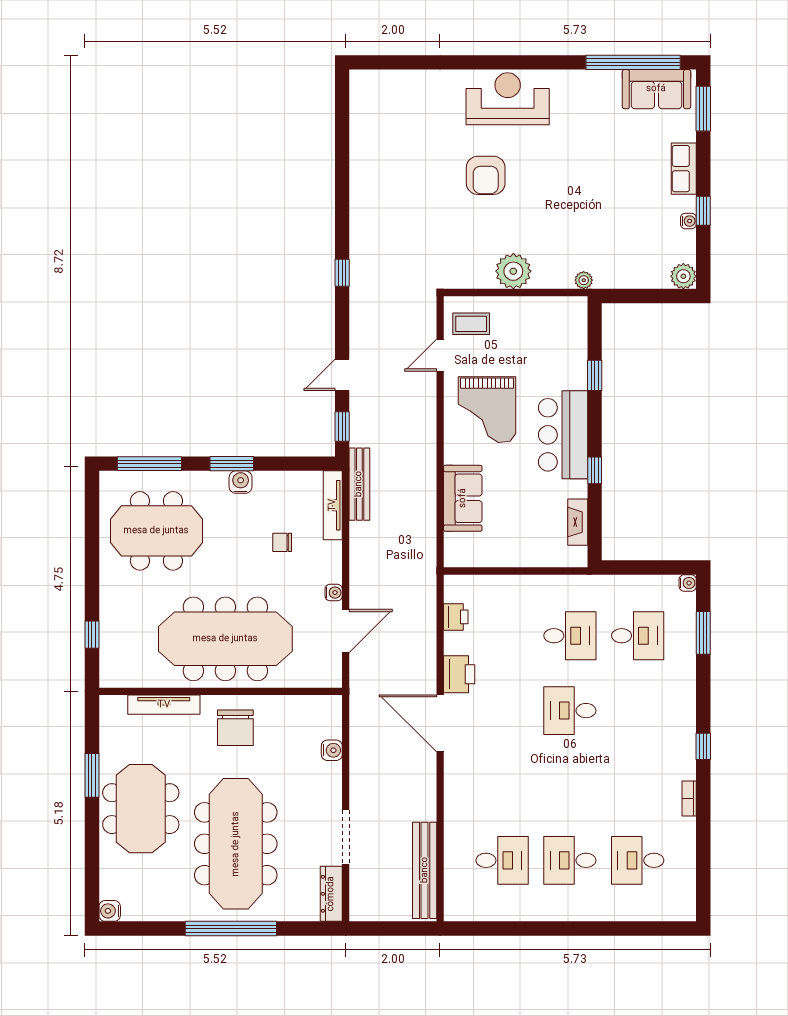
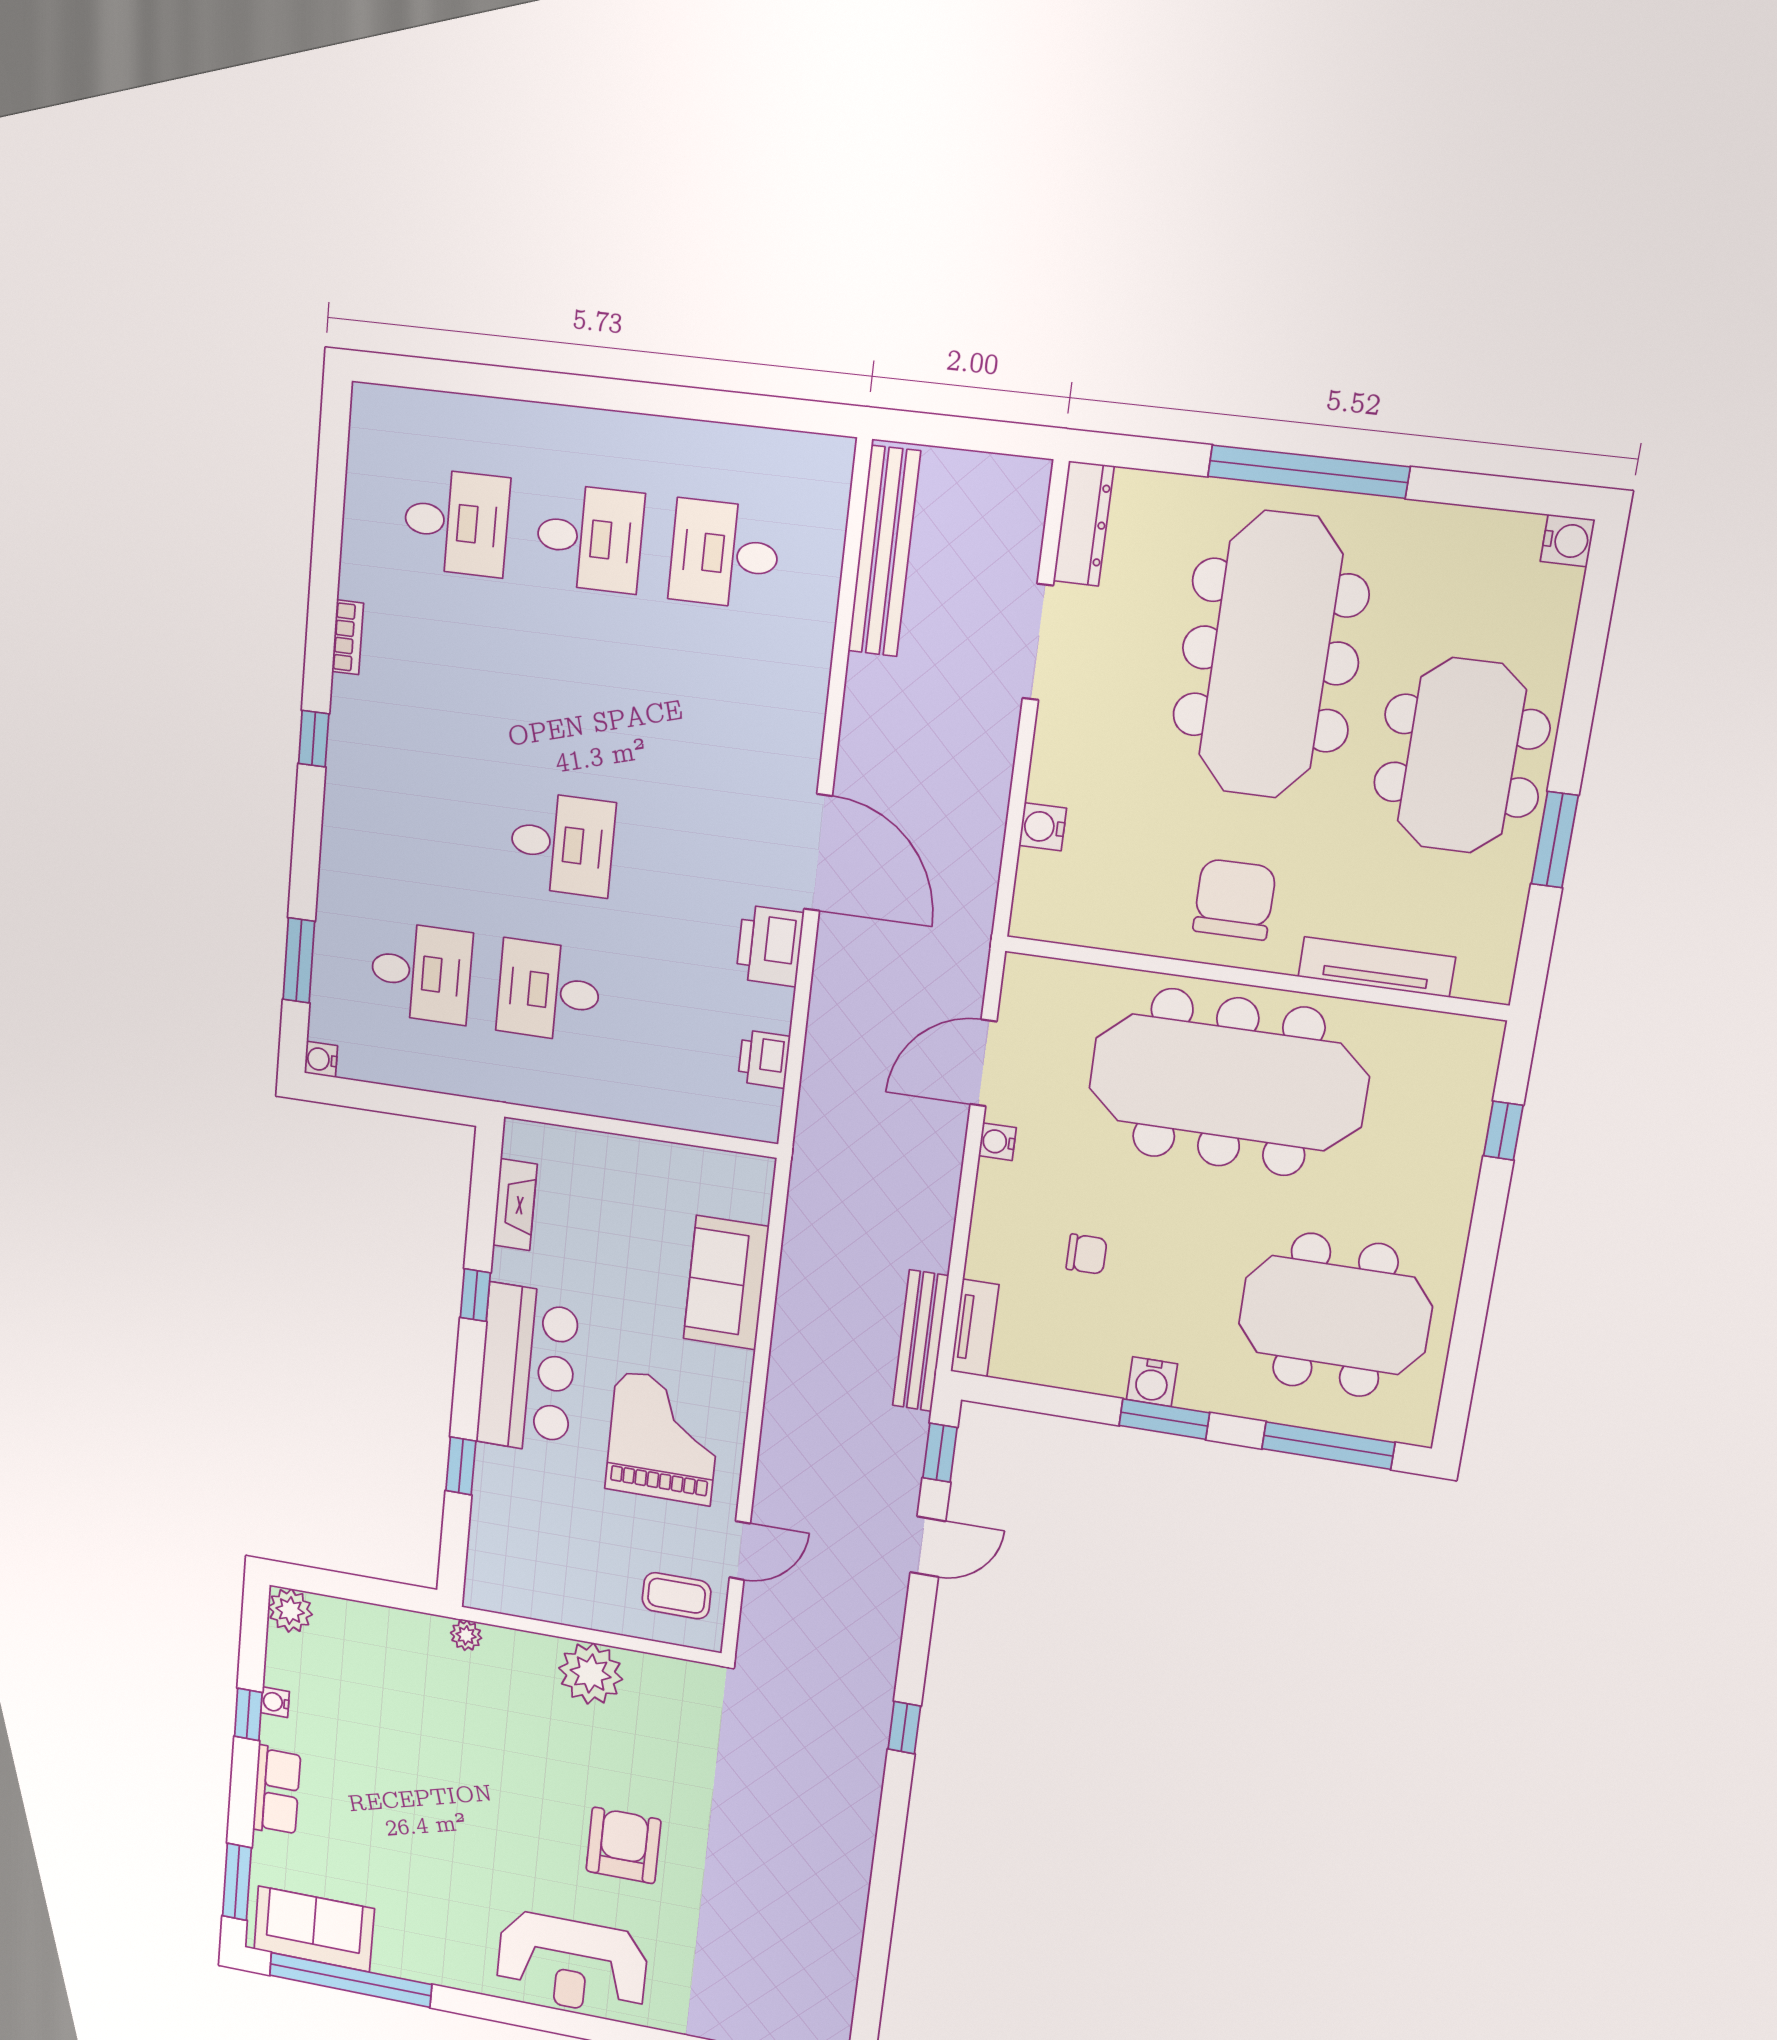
tv unit: (333, 505) -> (975, 1328), width x0.71
desk: (638, 636) -> (421, 973), turned 180

